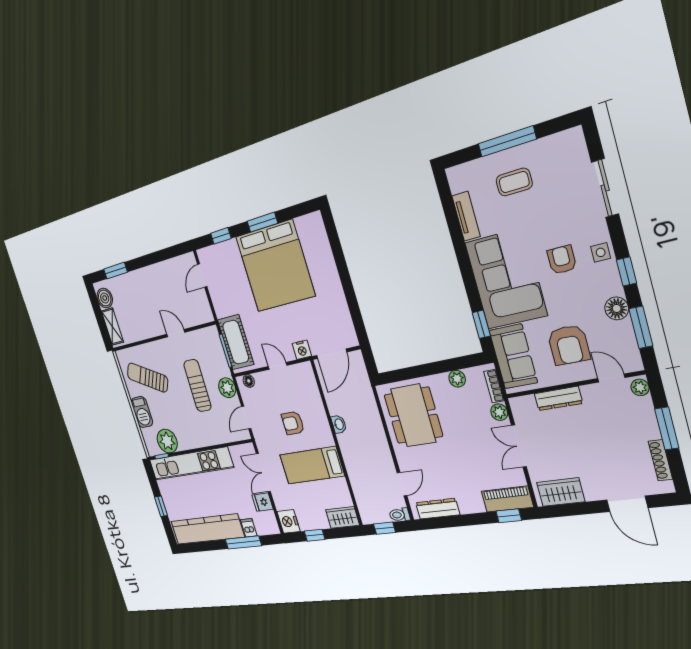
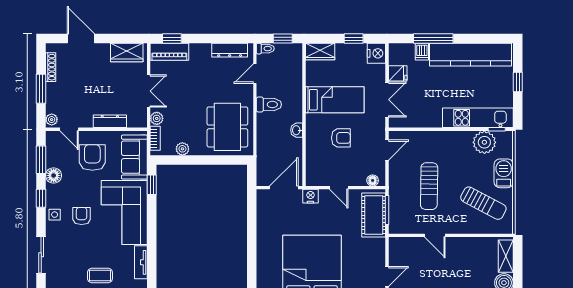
armchair: (562, 260) -> (82, 216), turned 180
plant: (227, 388) -> (397, 179), removed
toilet: (376, 450) -> (269, 104), added
kitchen unit: (191, 464) -> (478, 118), width x0.73

